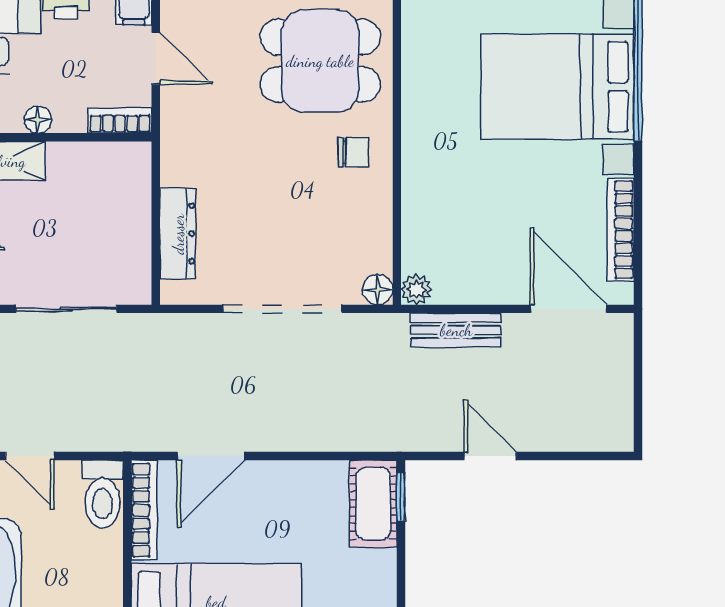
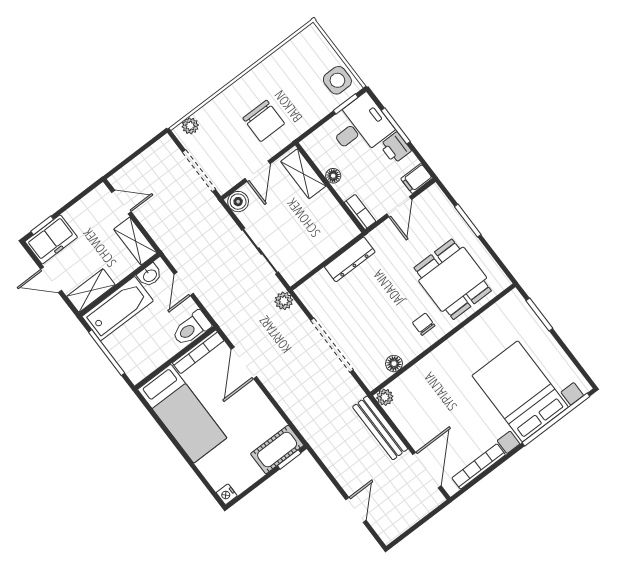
chair: (353, 152) -> (424, 324), turned 180
dresser: (178, 234) -> (350, 259), moved
floor lamp: (378, 290) -> (394, 364), moved
plant: (165, 330) -> (284, 301), added
bench: (456, 330) -> (380, 428), width x1.36
door: (211, 456) -> (244, 363), hinge flipped
door: (490, 456) -> (356, 510), moved

